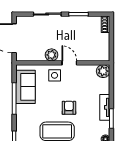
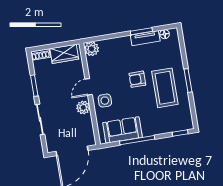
wardrobe: (103, 46) -> (64, 54), added
tv unit: (105, 107) -> (145, 38), moved

